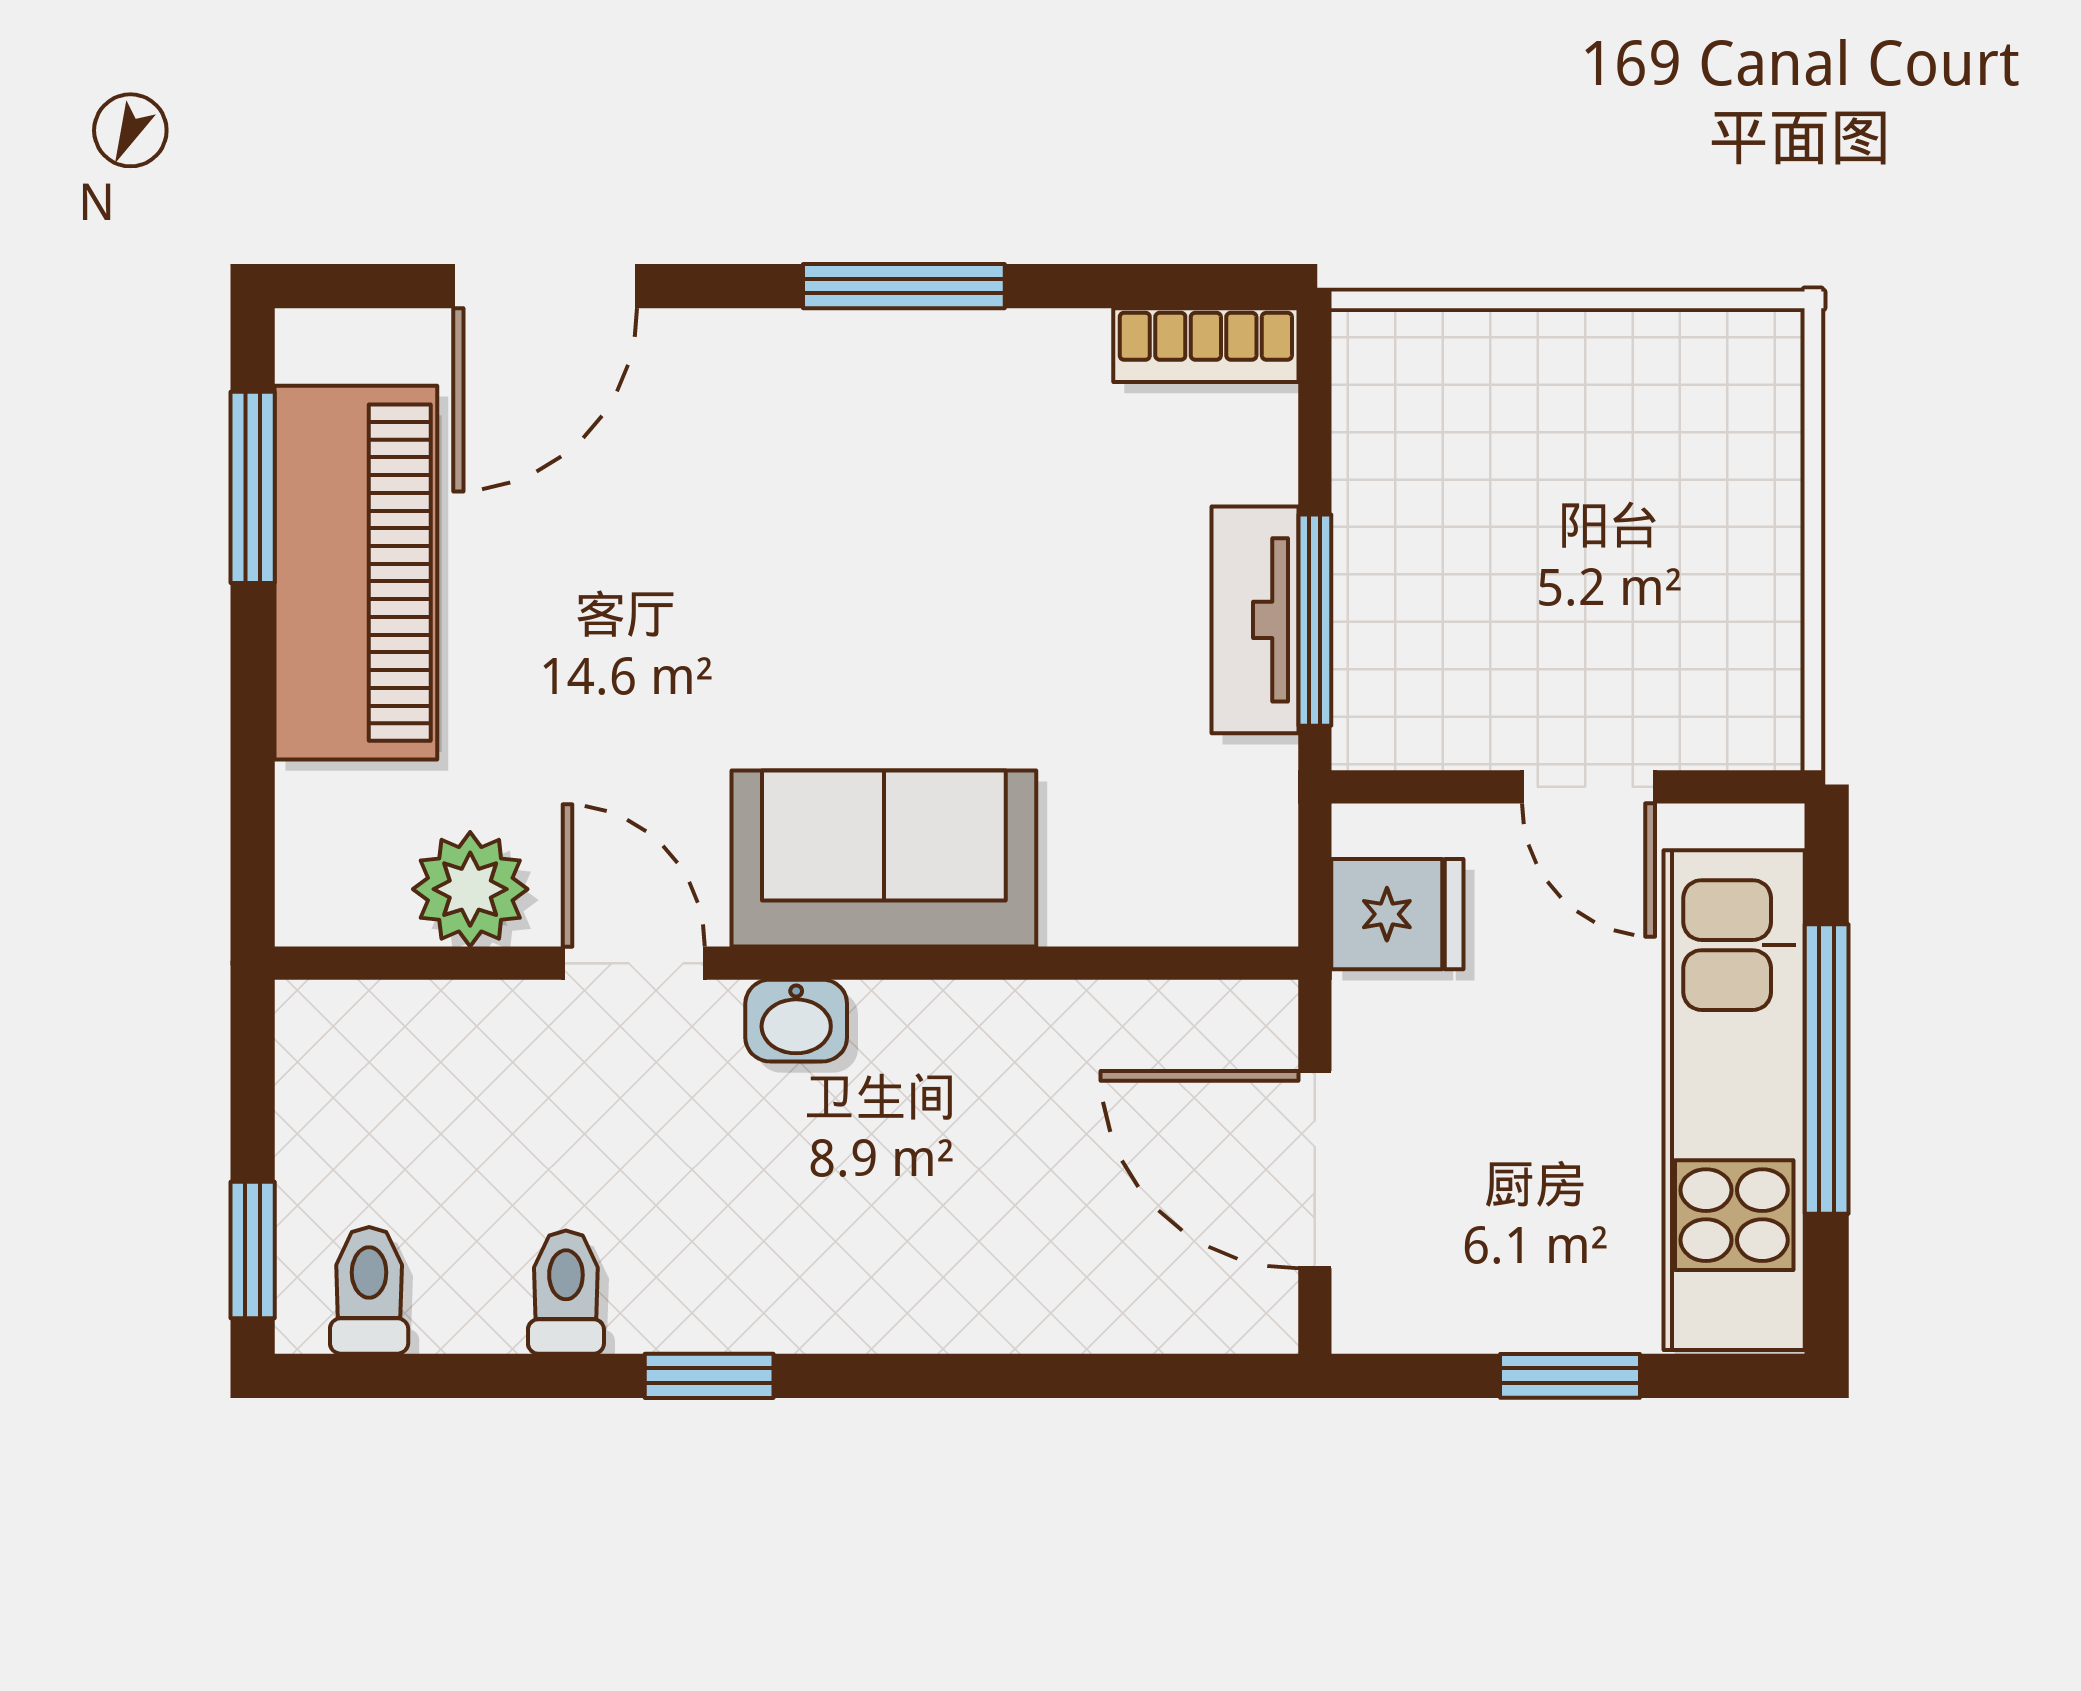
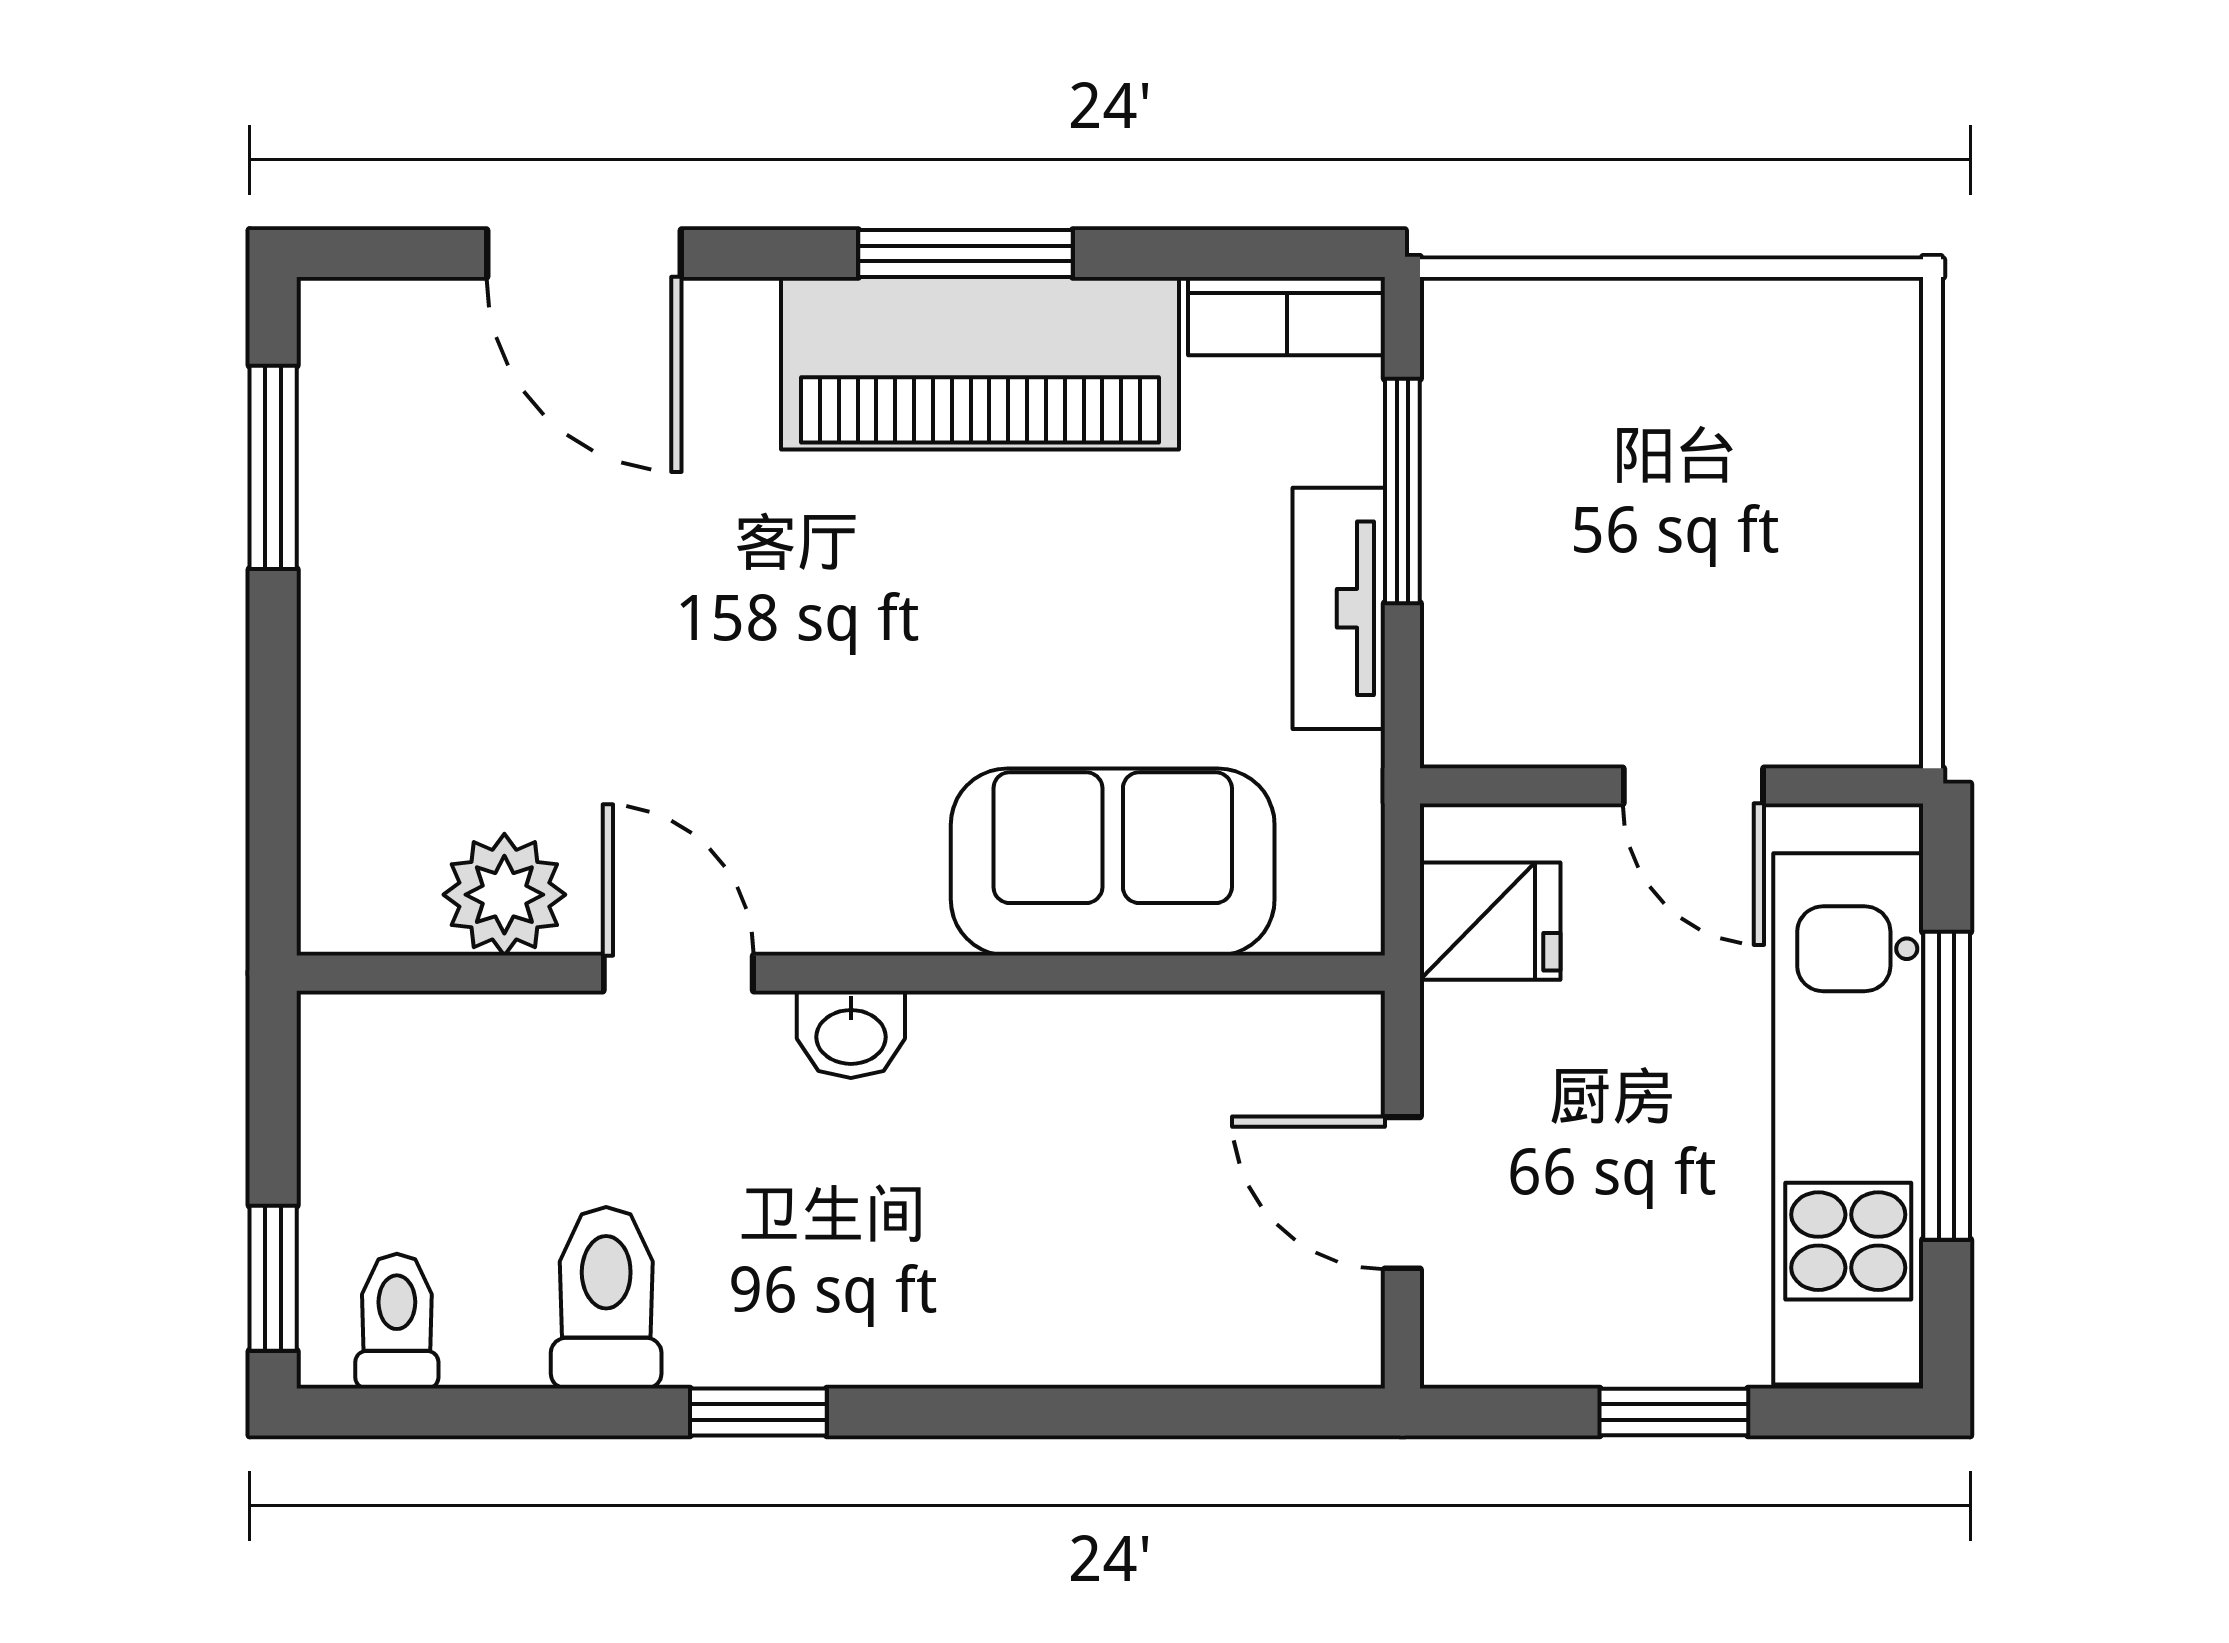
door: (545, 286) -> (584, 253), hinge flipped
piano: (356, 573) -> (980, 363), moved, turned 90
window: (1315, 620) -> (1402, 491), moved
sofa: (884, 859) -> (1113, 862), moved
door: (1315, 1170) -> (1402, 1193), width x0.73
toilet: (566, 1292) -> (606, 1298), width x1.37, depth x1.39

